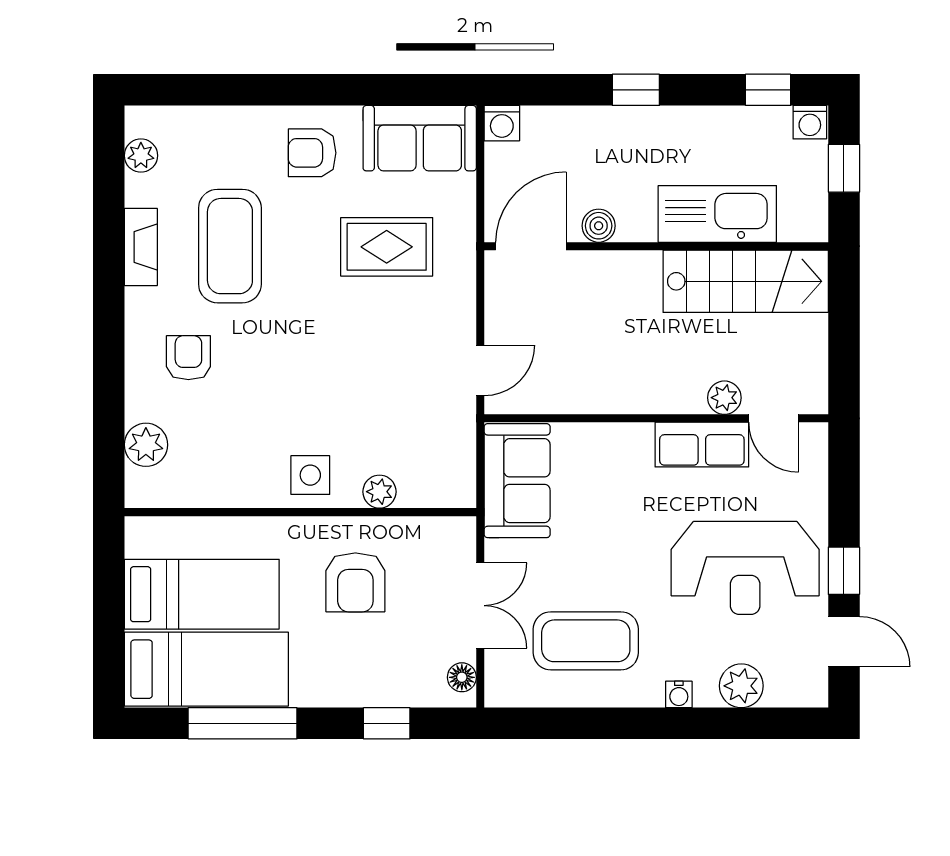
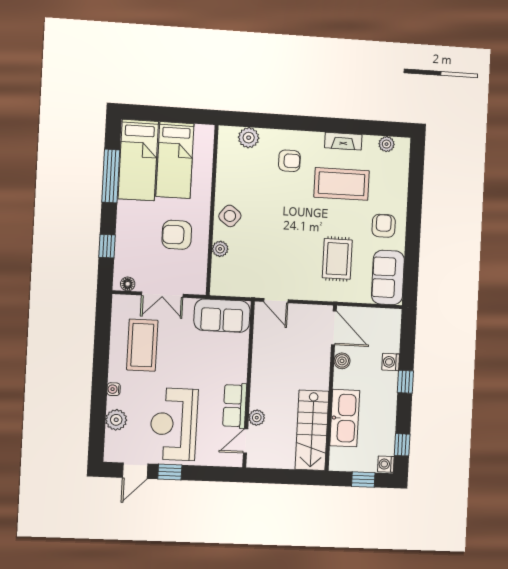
washing machine: (502, 123) -> (391, 362), moved
side table: (310, 475) -> (230, 216), turned 38

